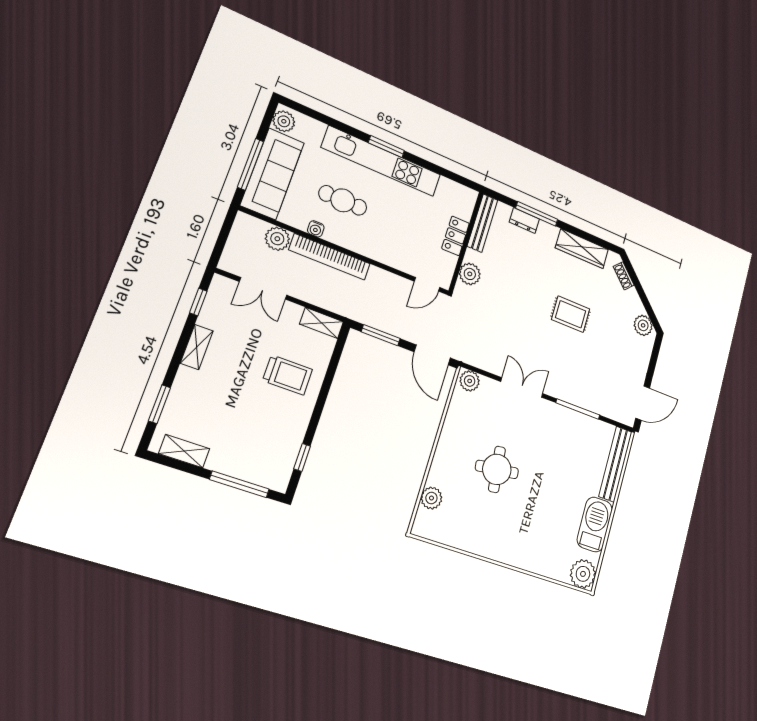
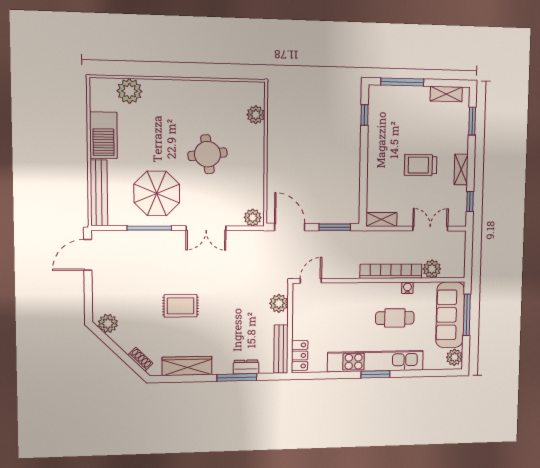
locker: (456, 236) -> (300, 356), moved
trolley: (288, 375) -> (421, 165), moved
parasol: (560, 444) -> (157, 193), added
plant: (583, 574) -> (130, 91), moved

